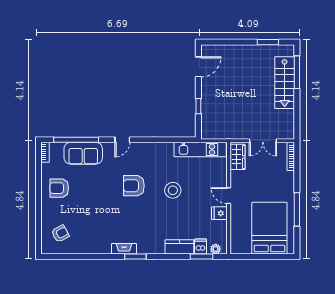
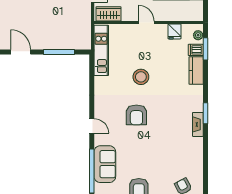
window: (198, 106) -> (59, 52), width x2.17
door: (229, 196) -> (146, 22), swing flipped
fridge: (219, 213) -> (174, 31), moved

